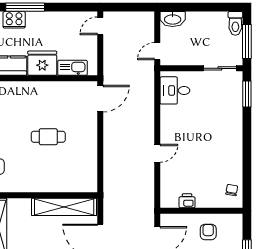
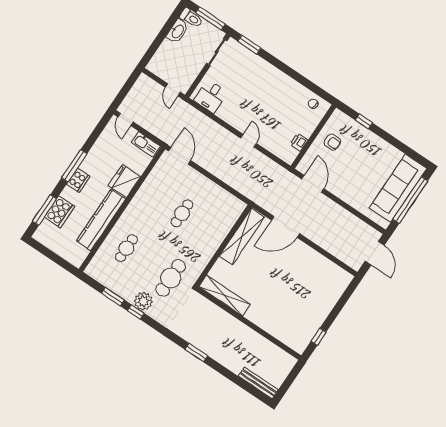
washbasin: (173, 19) -> (177, 31), moved
kitchen sink: (72, 68) -> (146, 144), moved, turned -90
armchair: (208, 232) -> (332, 142), turned 180

